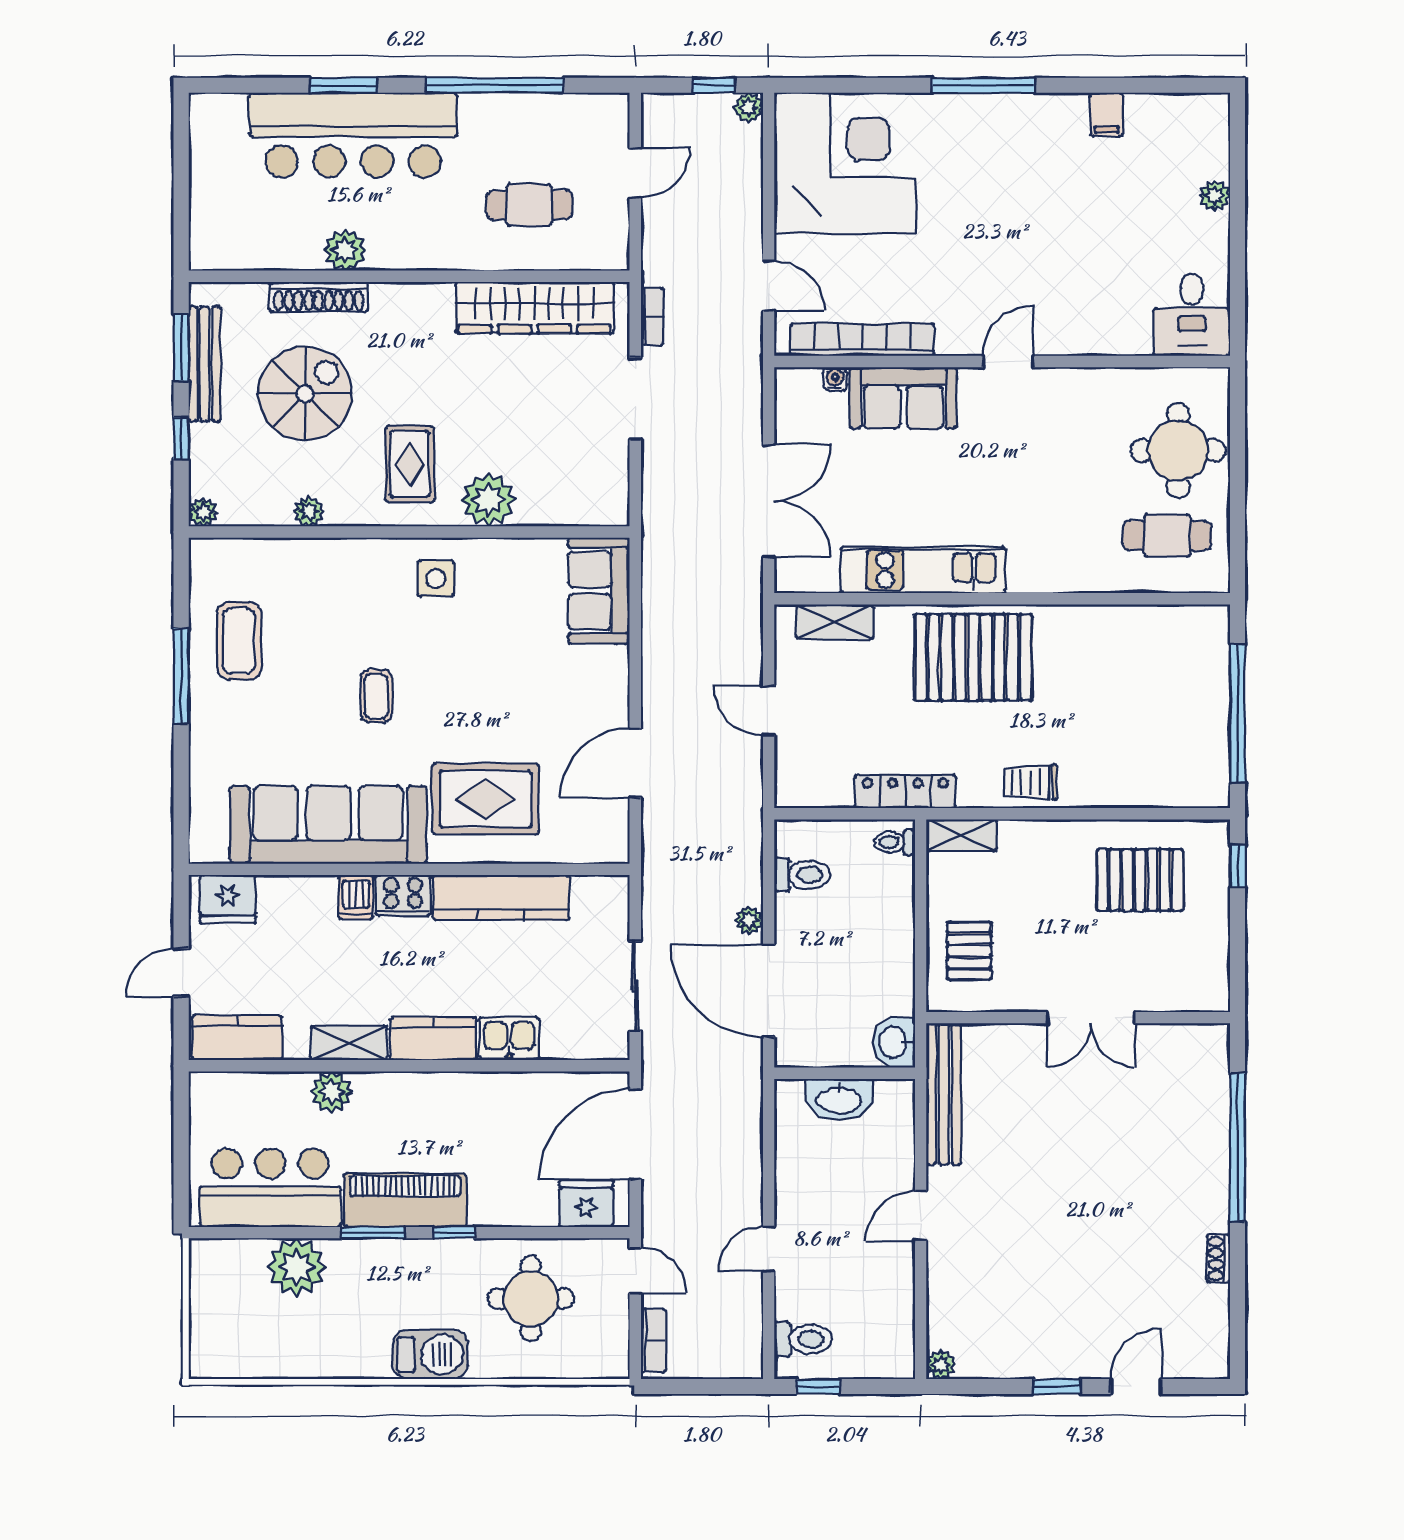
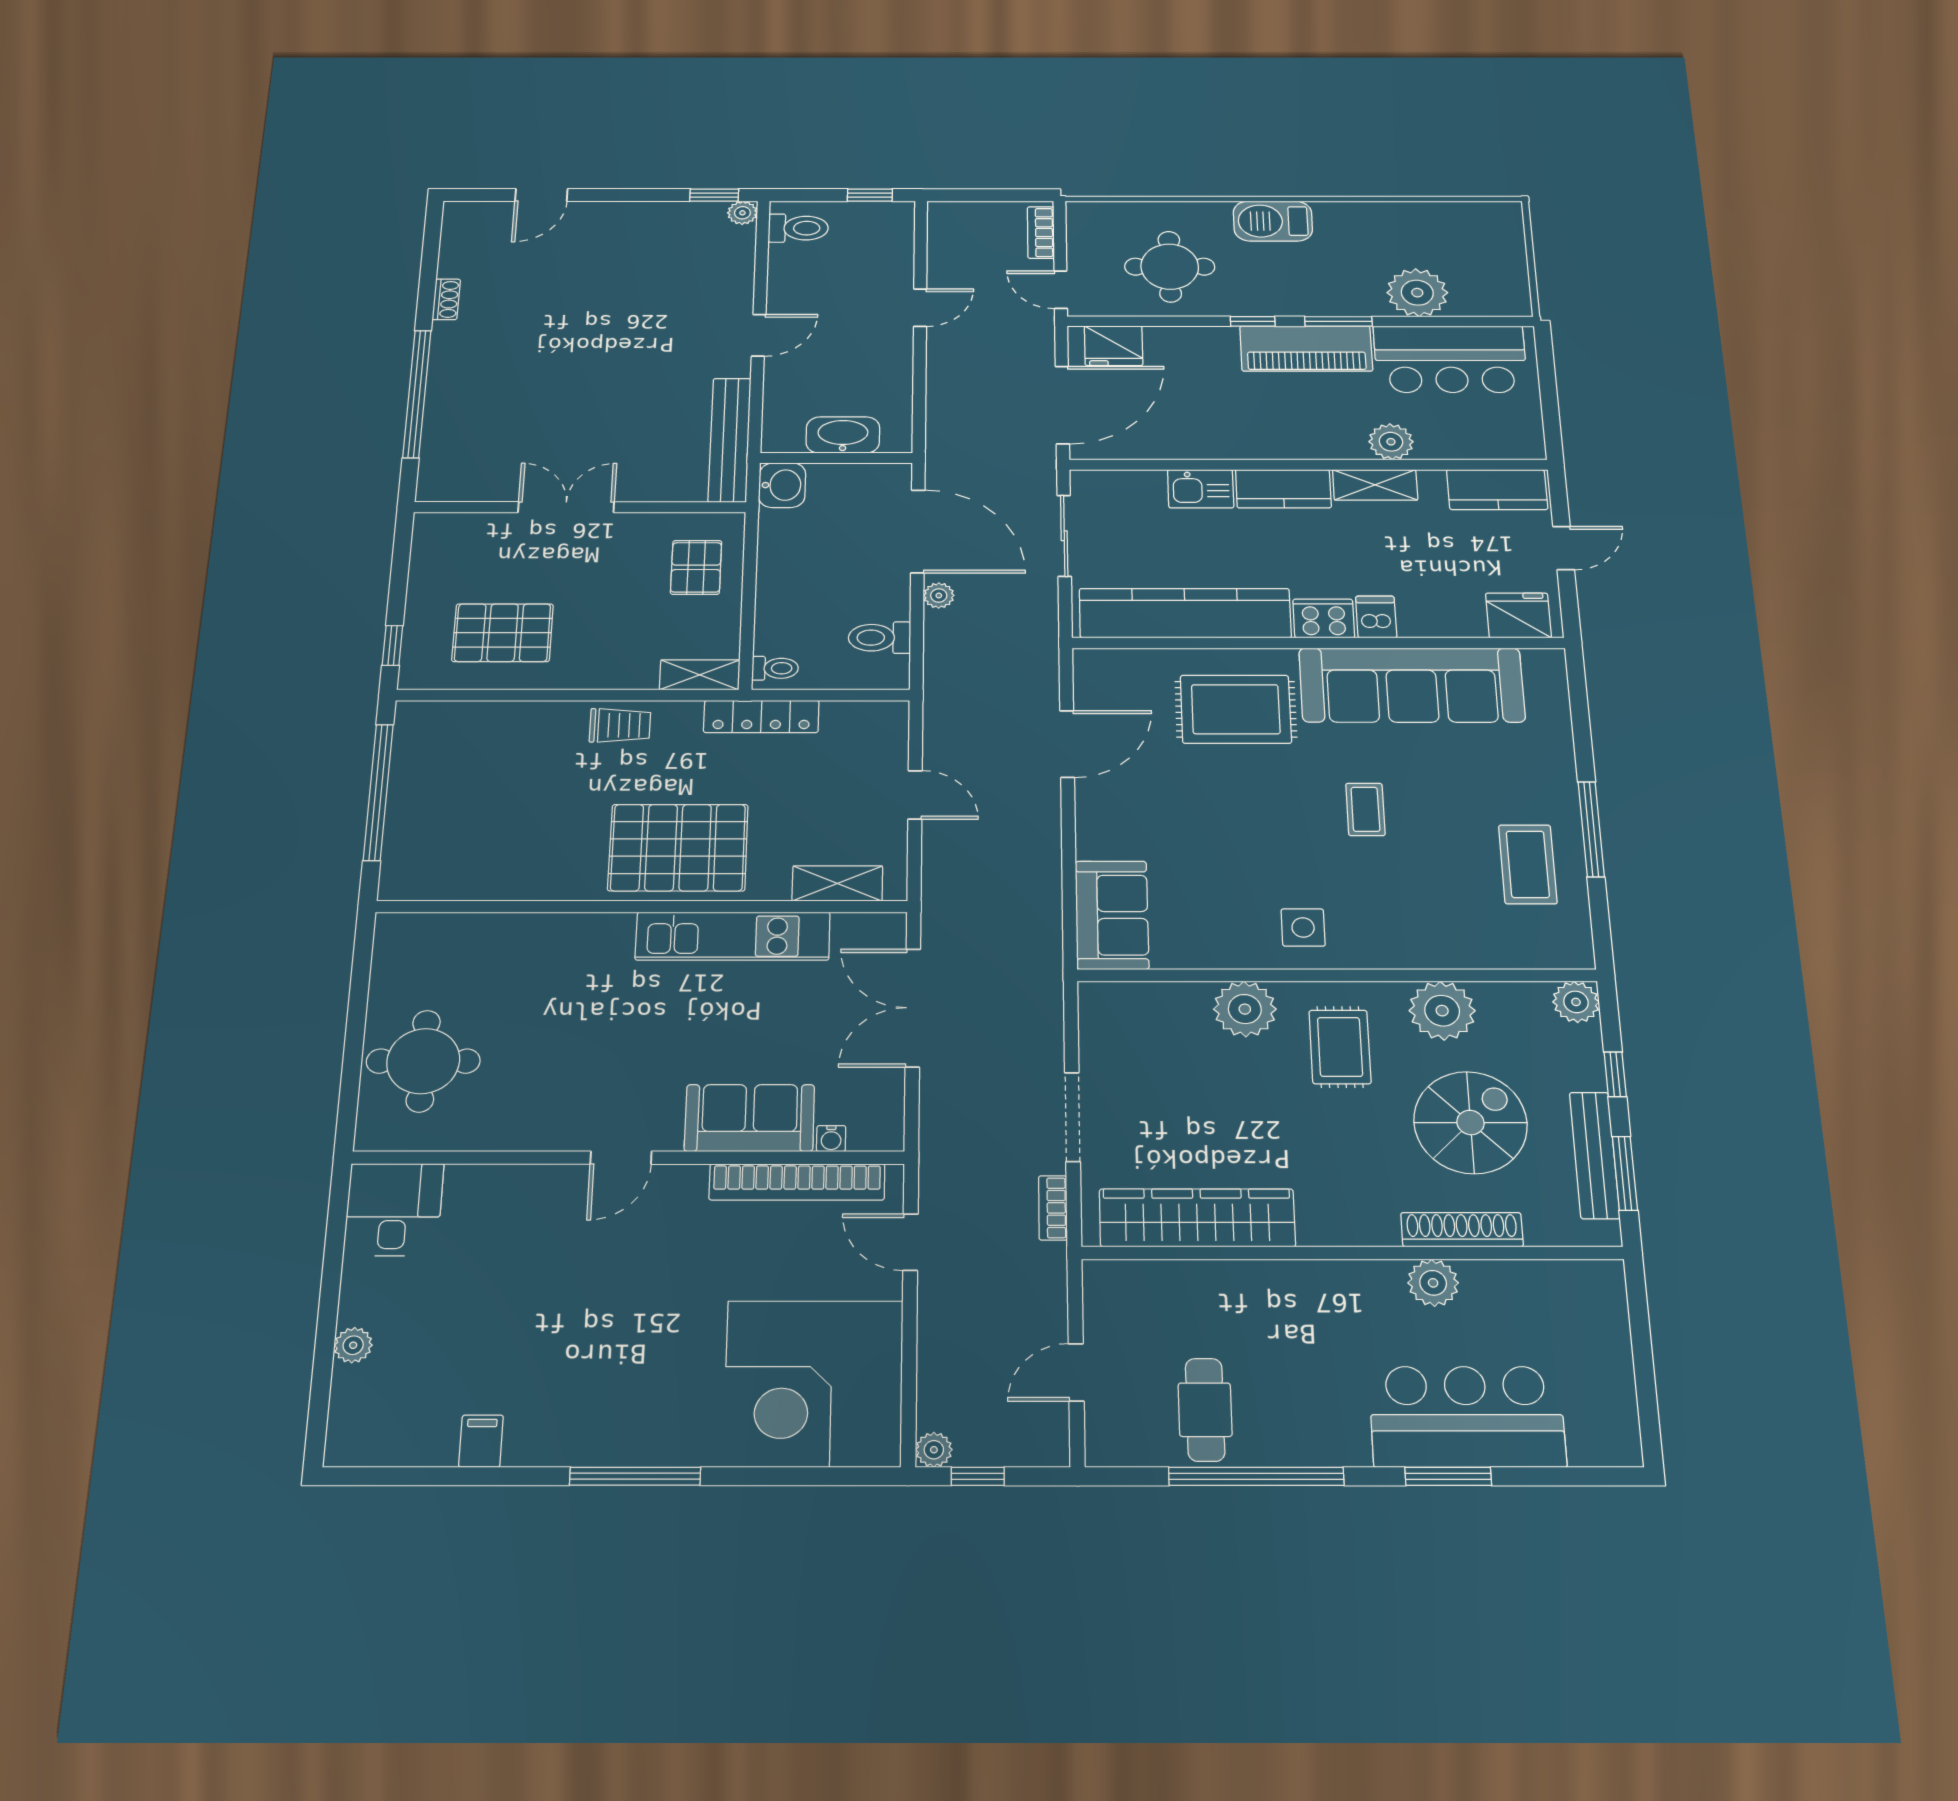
bar counter: (353, 135) -> (1467, 1417), width x0.73
cafe table: (529, 205) -> (1205, 1410), moved, turned 90
spiral stairs: (305, 394) -> (1470, 1123), turned 180
plant: (309, 511) -> (1442, 1011), width x1.88, depth x1.88
plant: (203, 512) -> (1576, 1002), width x1.38, depth x1.38
cafe table: (1167, 536) -> (444, 972), removed
kitchen counter: (501, 898) -> (1185, 613), width x1.39, depth x1.17
toilet: (803, 1339) -> (798, 228), moved, turned 180
window: (1057, 1386) -> (714, 195), moved

